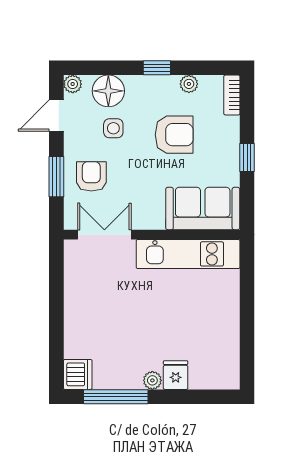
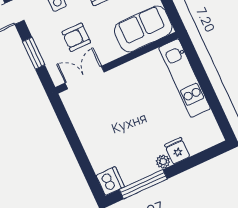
armchair: (91, 176) -> (76, 37), moved, turned -90
kitchen unit: (188, 254) -> (185, 78), moved, turned 90

